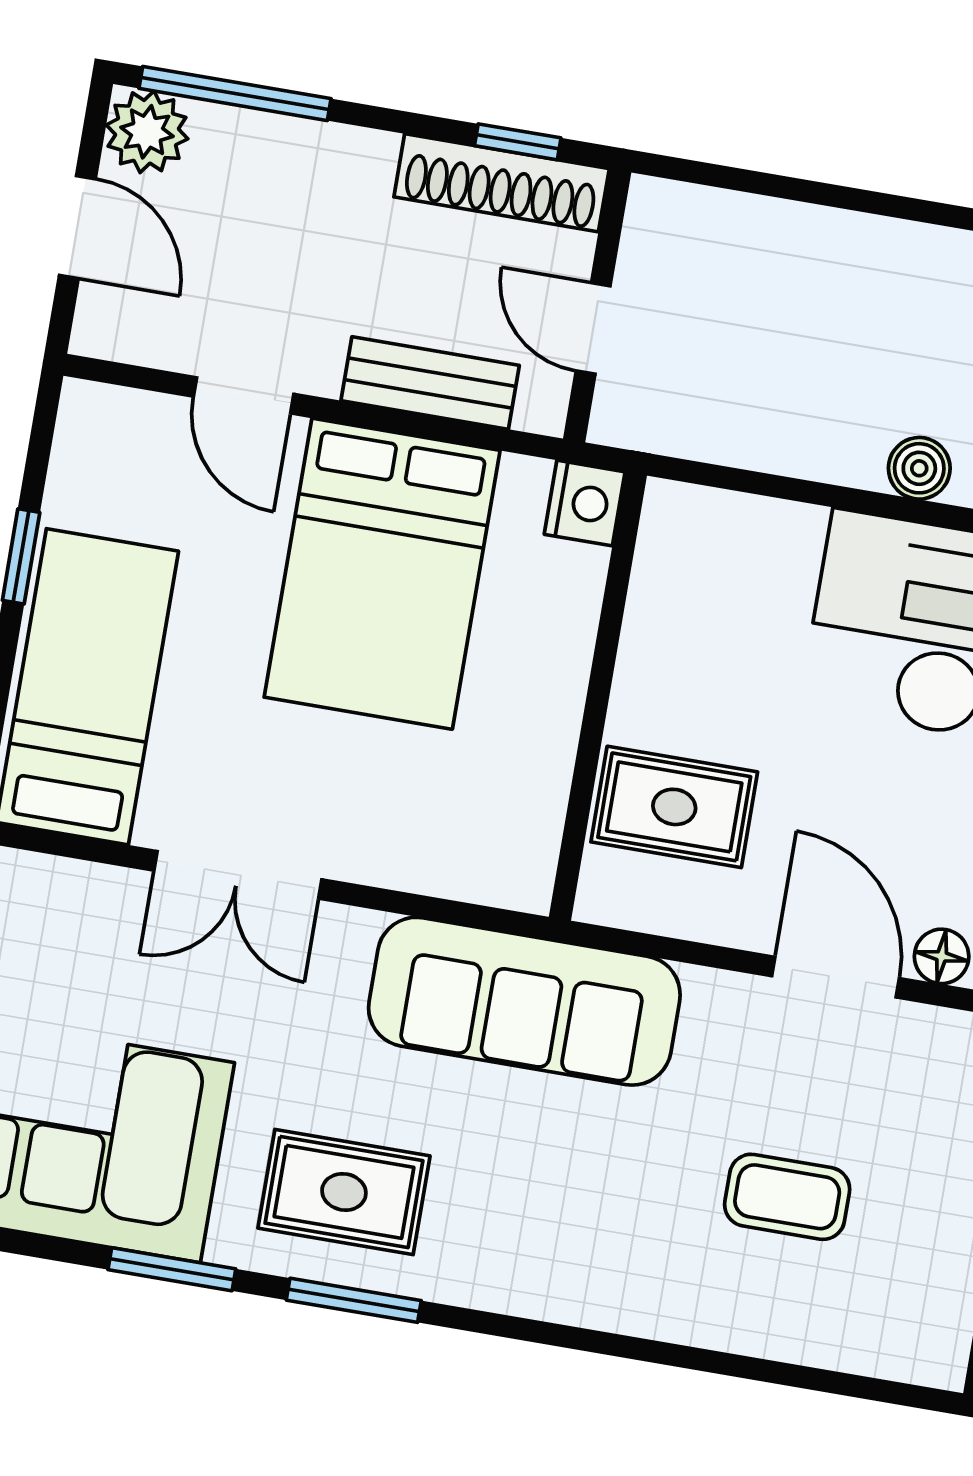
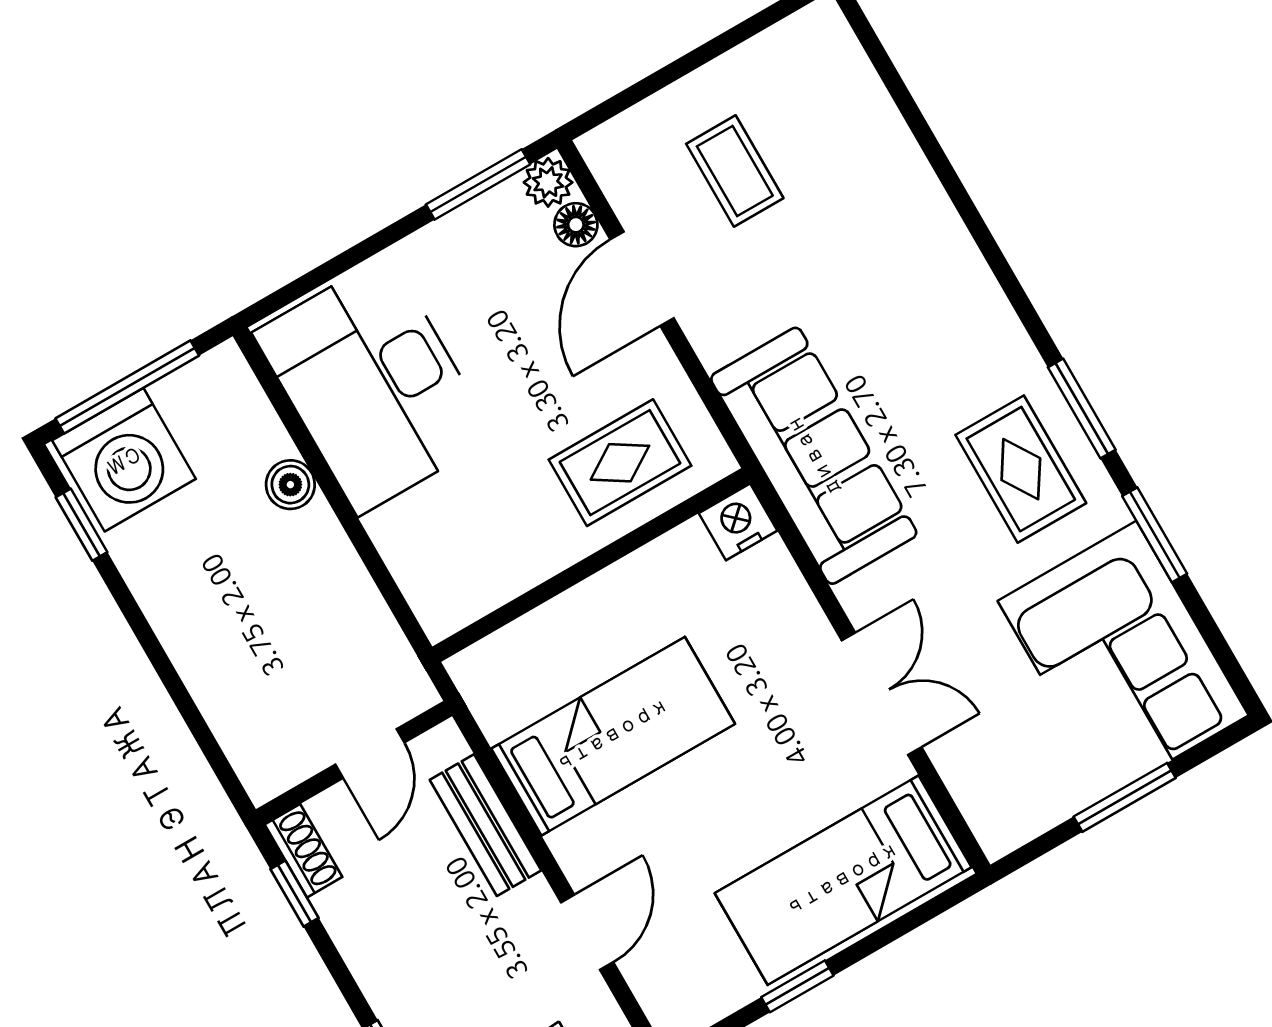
shoe rack: (502, 183) -> (304, 851), width x0.51, depth x0.81
nightstand: (585, 503) -> (738, 522), moved
bed: (382, 574) -> (613, 736), width x0.67
rug: (674, 807) -> (620, 463), turned 90
coffee table: (787, 1197) -> (735, 171), moved

